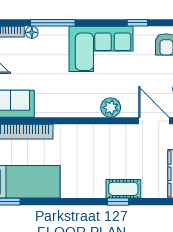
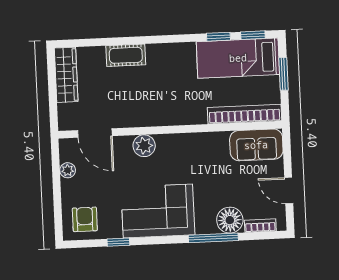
floor lamp: (32, 32) -> (230, 220), width x1.89, depth x1.89
window: (118, 202) -> (218, 37), moved

